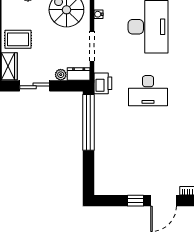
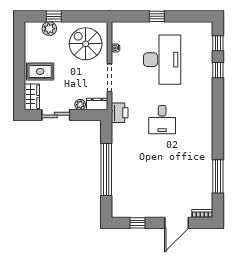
desk: (148, 91) -> (162, 120), width x0.73
window: (88, 122) -> (106, 170), moved
window: (136, 201) -> (137, 223), moved

